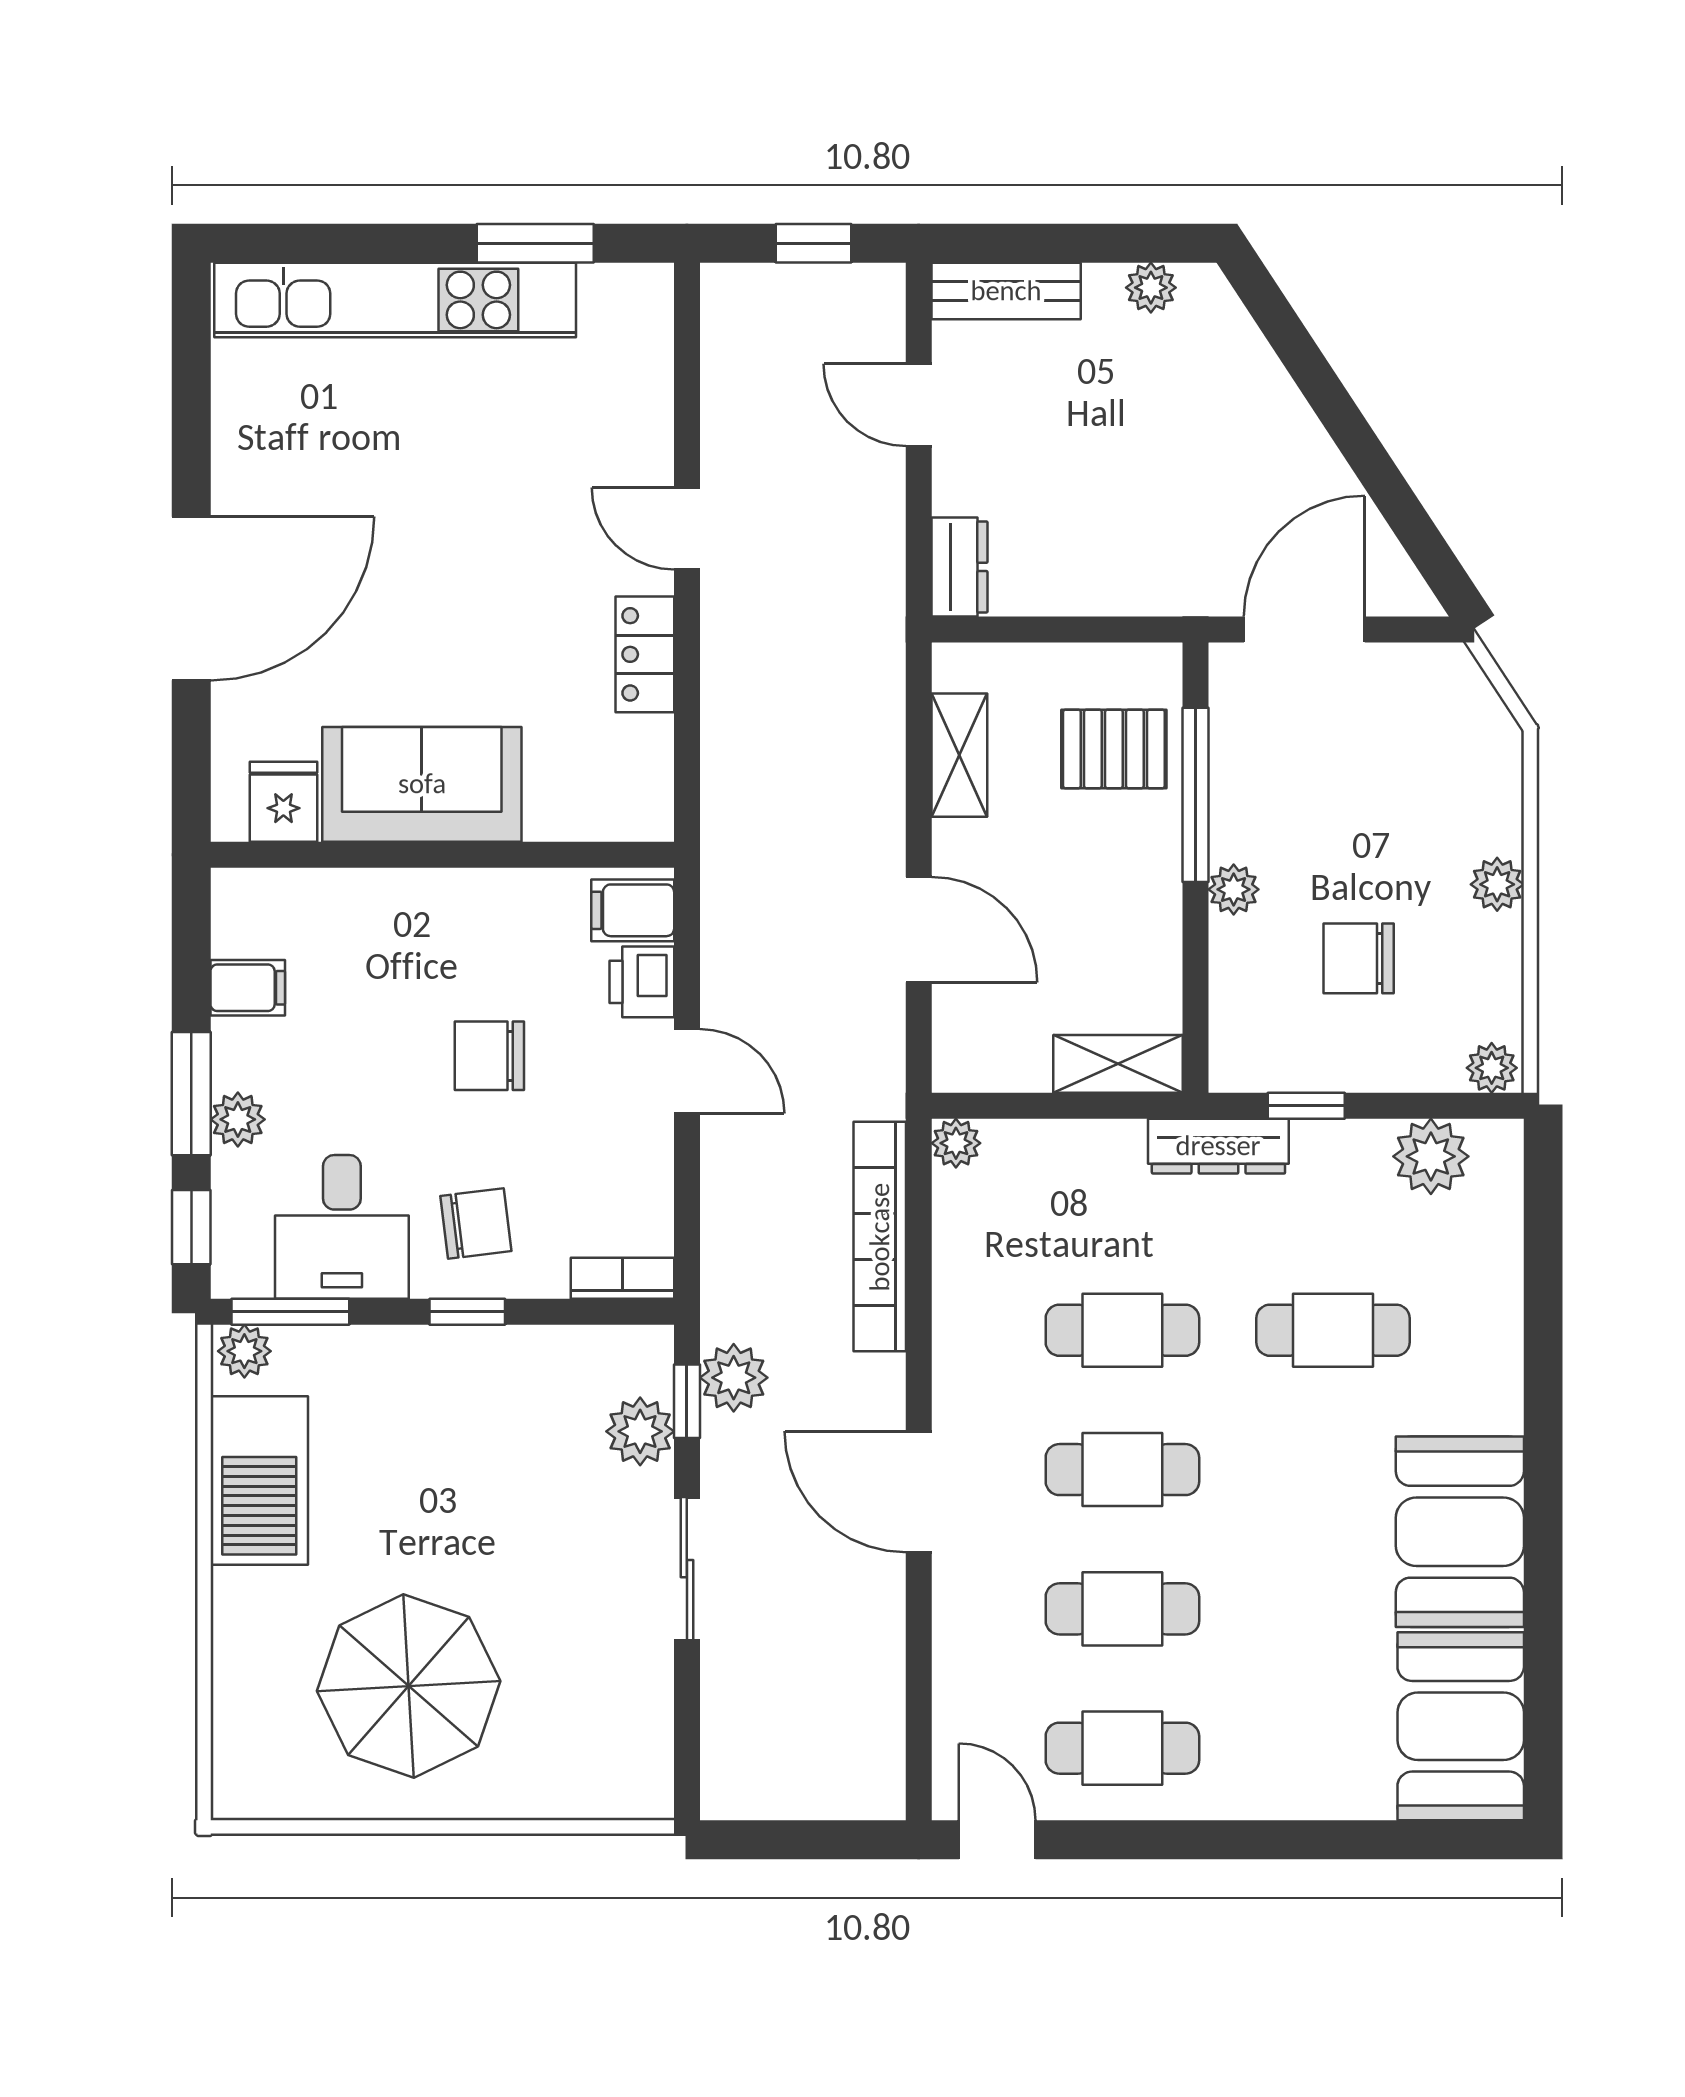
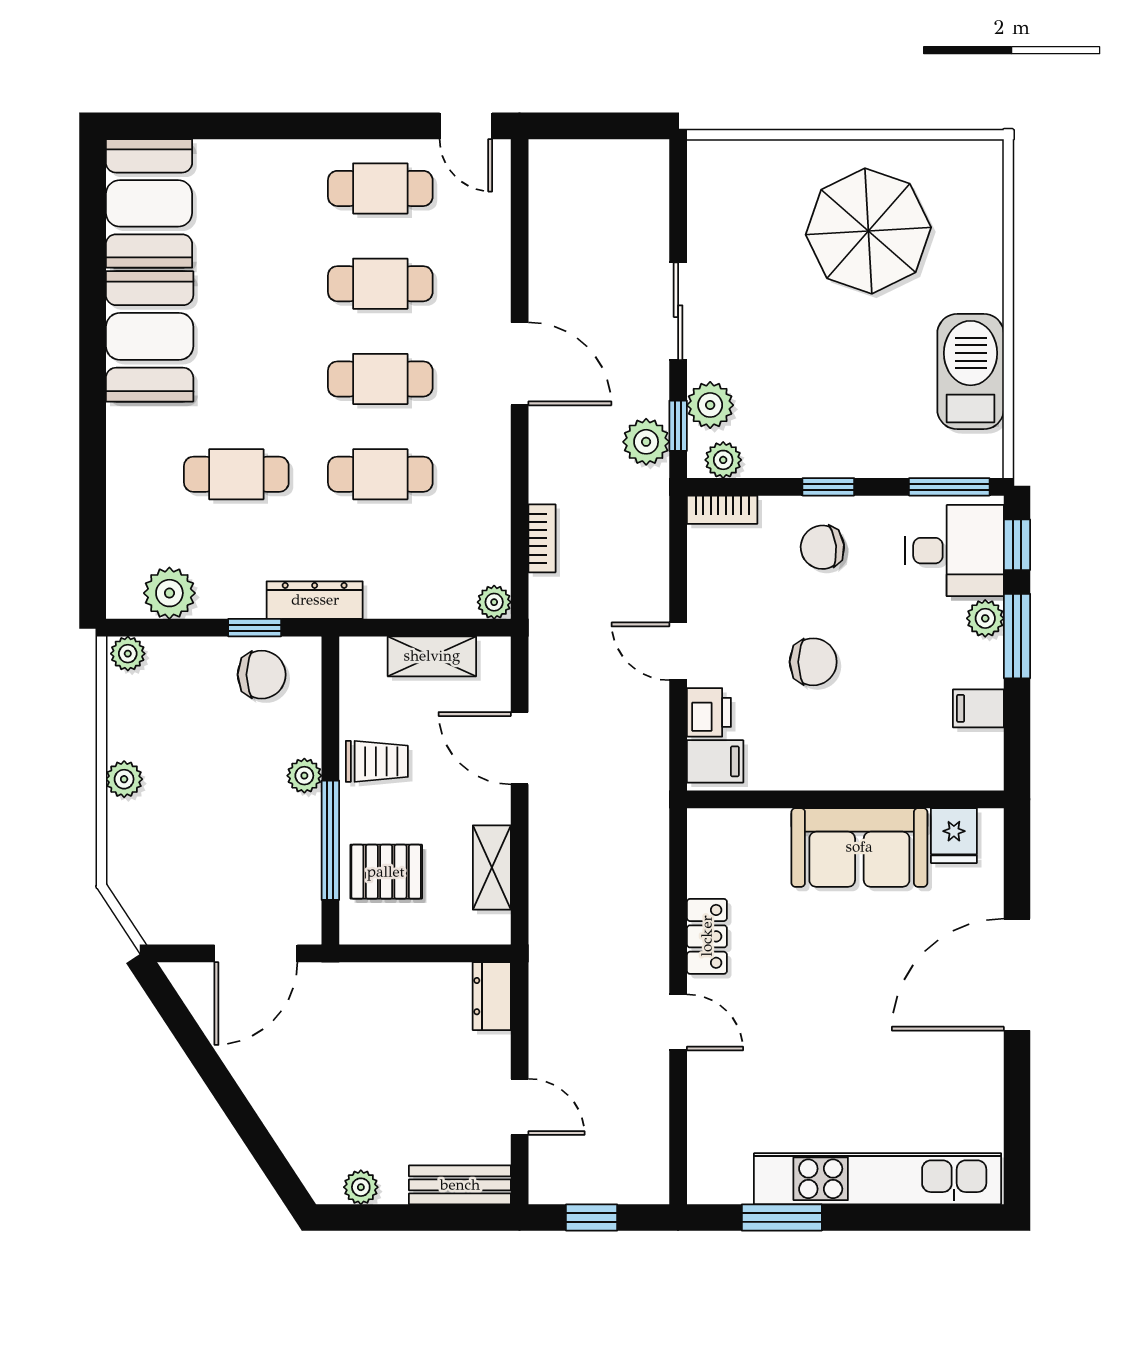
trolley: (1127, 910) -> (377, 761), added
chair: (1359, 958) -> (262, 675), moved
shelving: (1118, 1064) -> (432, 656), moved
desk: (342, 1227) -> (955, 551), moved, turned 90
bookcase: (880, 1237) -> (542, 538), width x0.43, depth x0.76
plant: (244, 1351) -> (723, 460), moved

